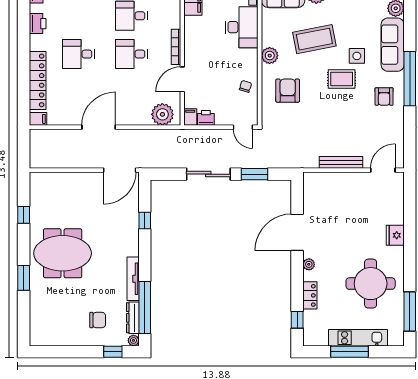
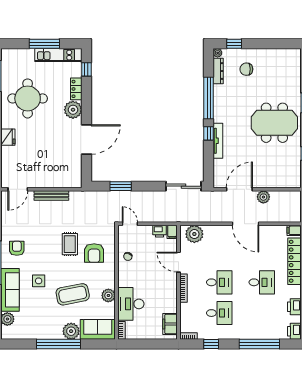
plant: (270, 56) -> (108, 295), moved
door: (182, 79) -> (178, 262), swing flipped
rug: (342, 79) -> (70, 244), moved, turned 90
door: (99, 127) -> (246, 224), hinge flipped
plant: (76, 161) -> (263, 197), added
door: (120, 170) -> (239, 189), moved
sliding door: (208, 174) -> (184, 186), moved
window: (145, 221) -> (209, 133), moved
plant: (309, 264) -> (73, 110), width x1.88, depth x1.88
tv unit: (133, 279) -> (218, 141), moved
window: (145, 307) -> (209, 98), moved
kitchen unit: (358, 338) -> (58, 55), moved

